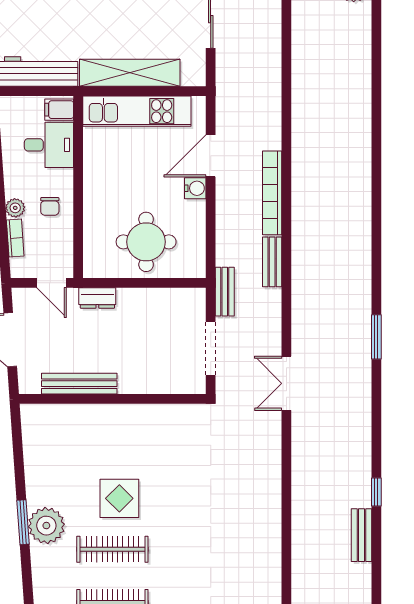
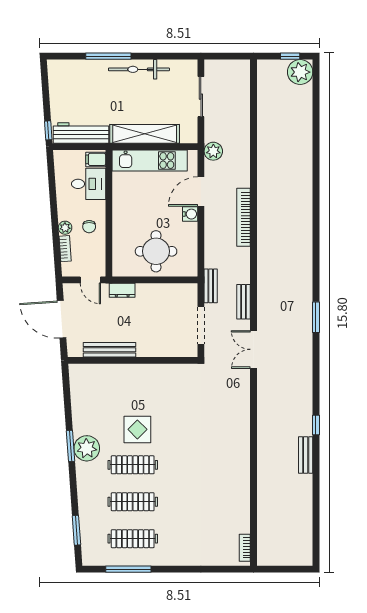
plant: (229, 98) -> (213, 151), added
bench: (272, 262) -> (244, 302), moved

